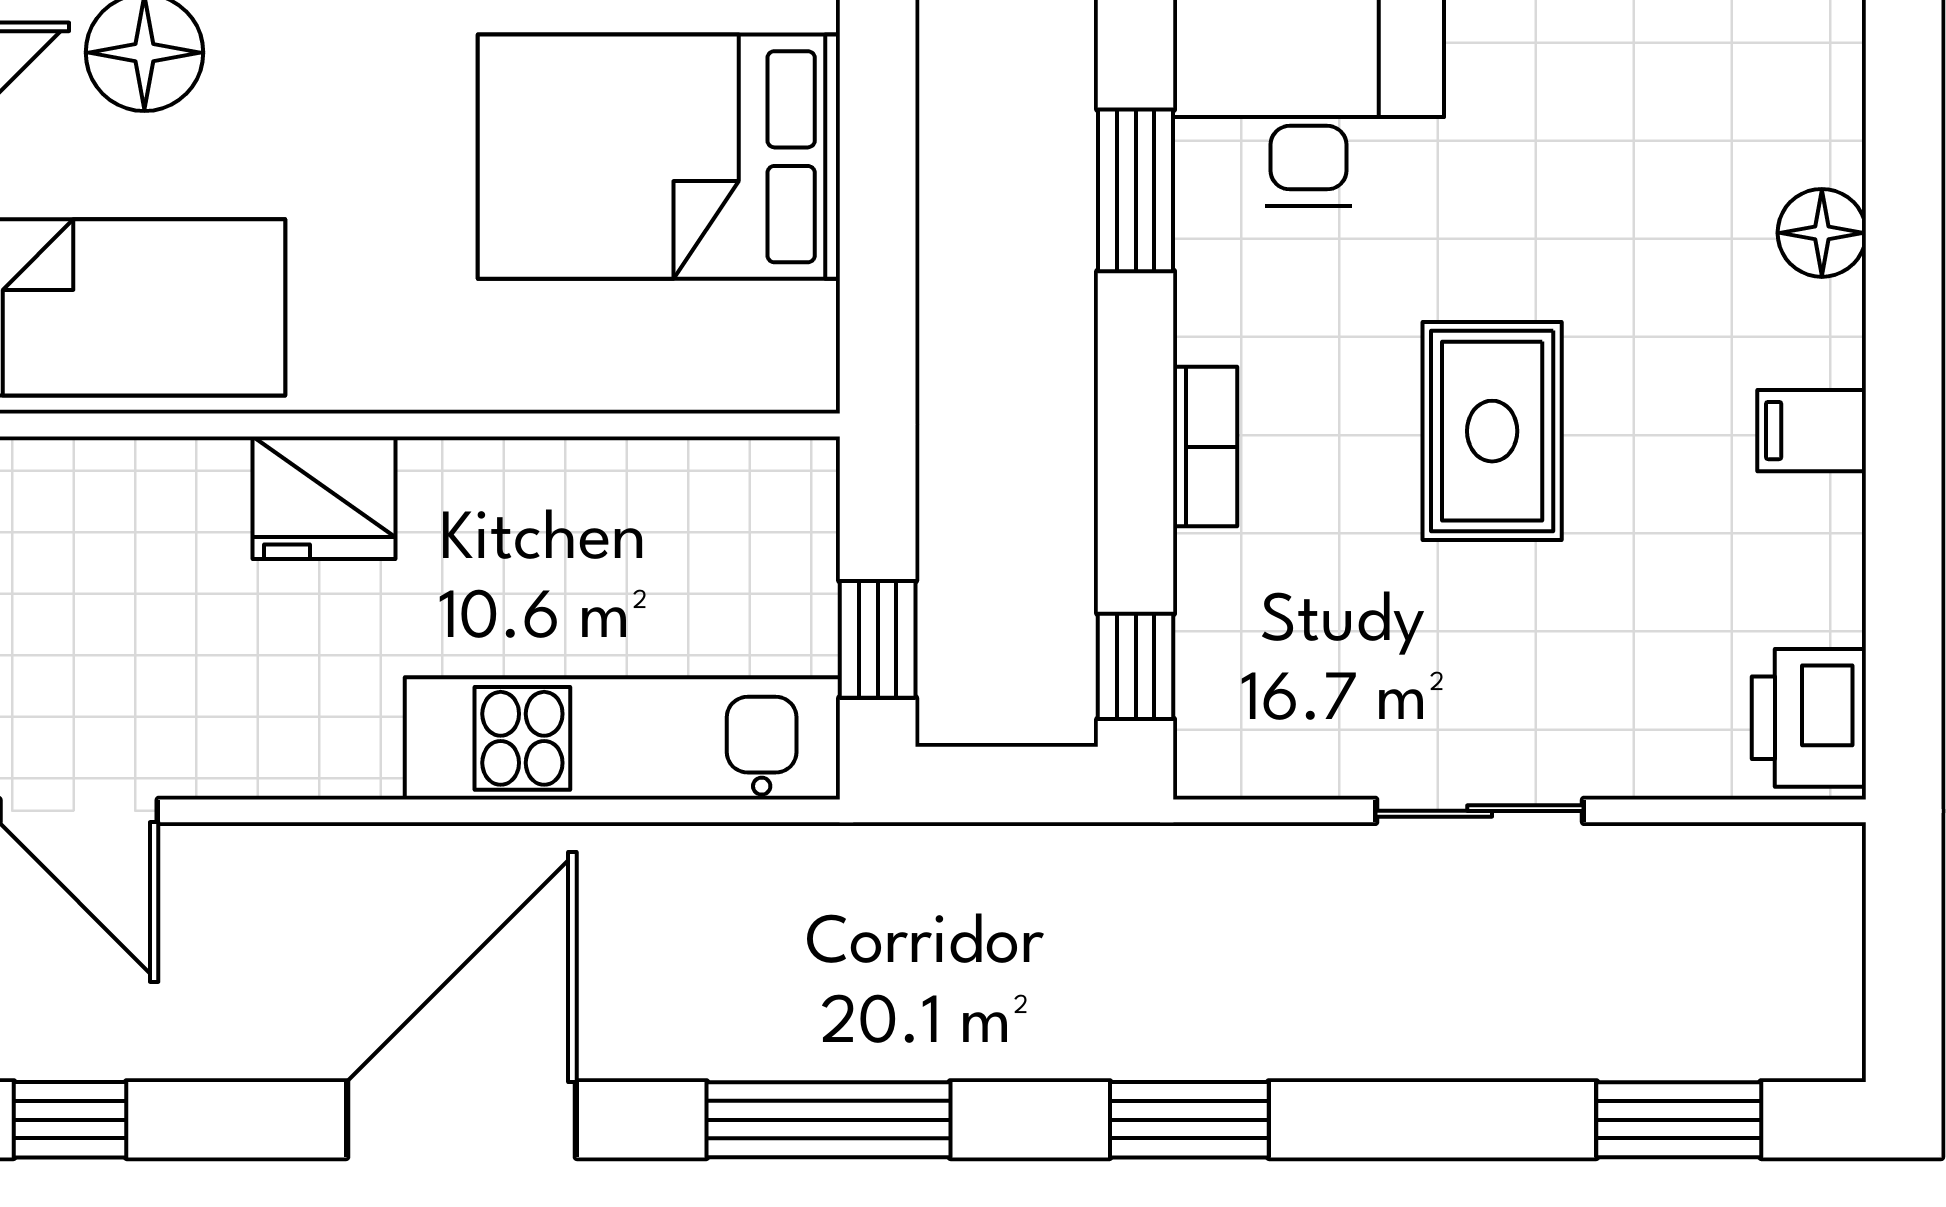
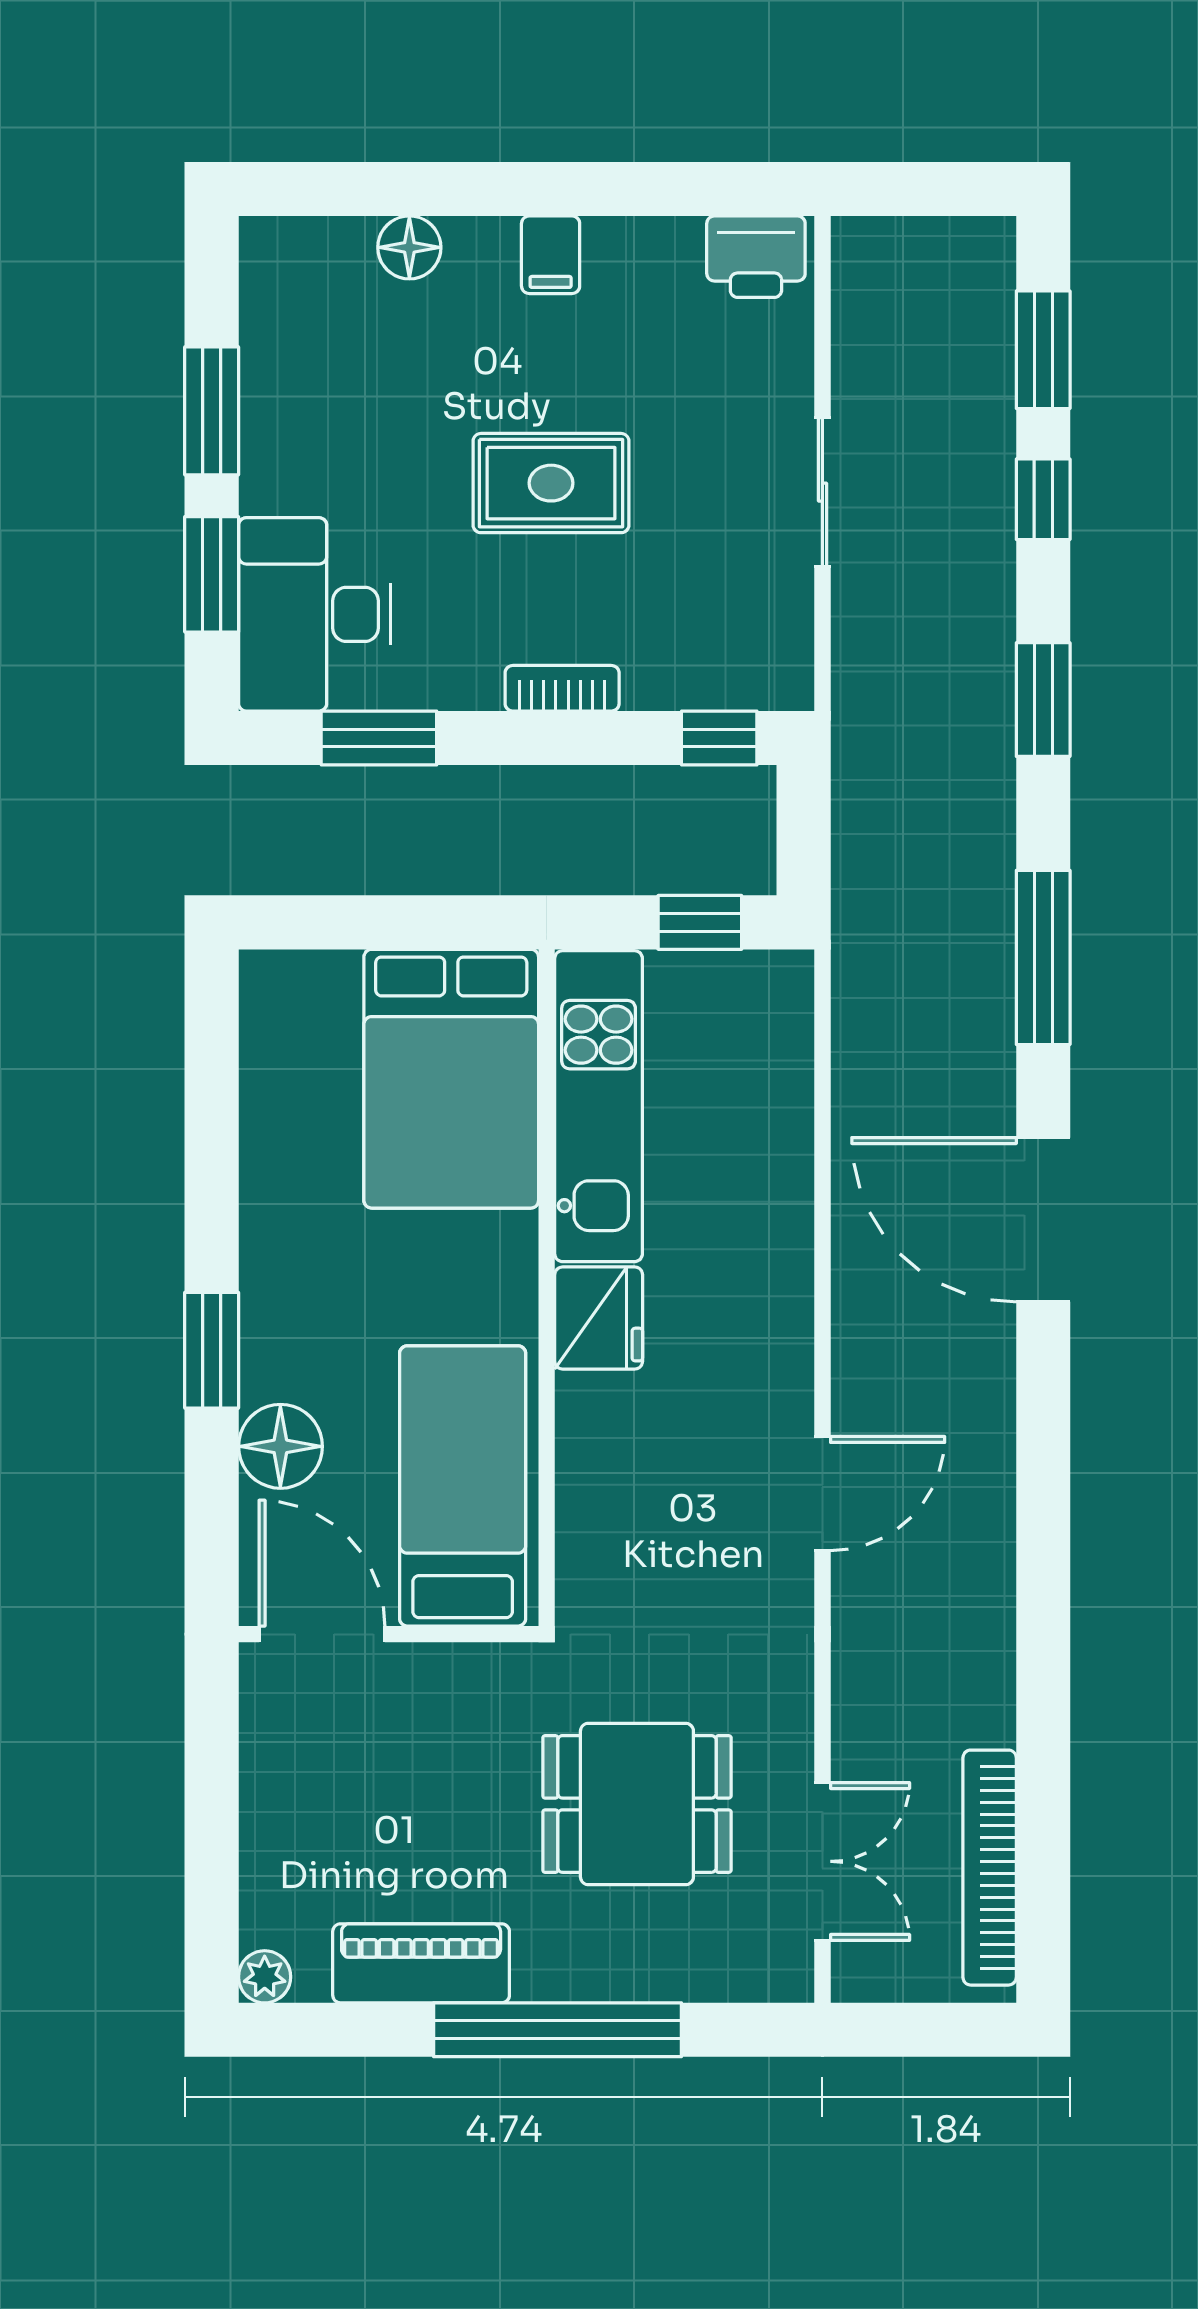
bed: (659, 157) -> (451, 1079), moved
kitchen unit: (622, 738) -> (599, 1106), moved, turned 180
window: (70, 1120) -> (1043, 499), moved

